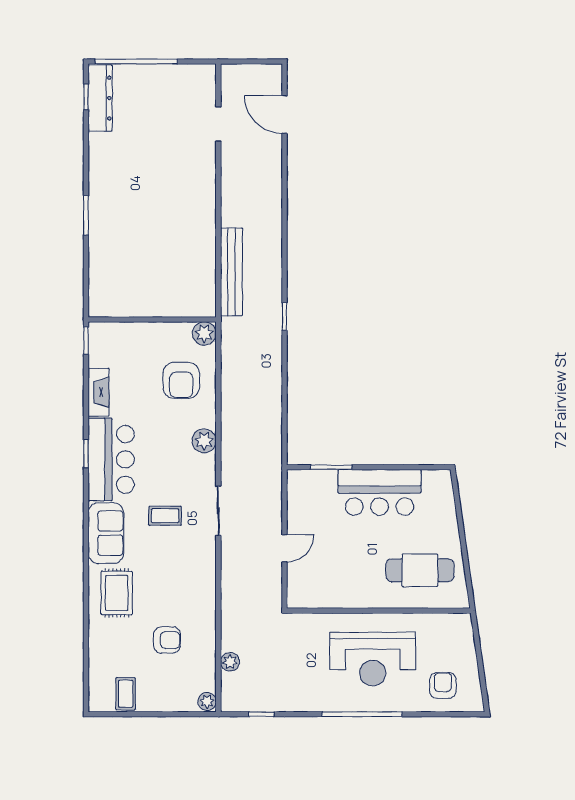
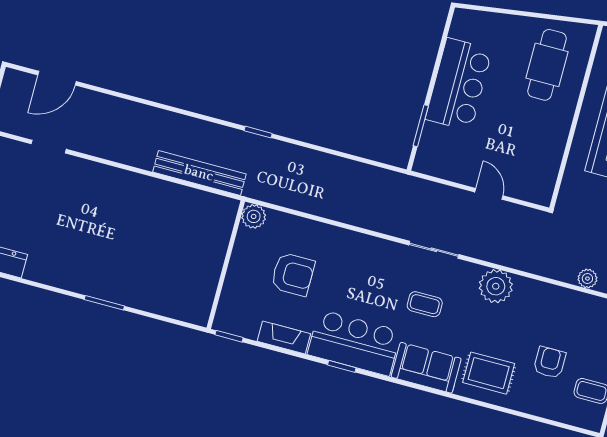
armchair: (181, 380) -> (293, 274), moved
plant: (204, 441) -> (496, 286), moved, width x1.36, depth x1.36
coffee table: (165, 516) -> (425, 304), turned 90
armchair: (167, 640) -> (550, 362), moved

